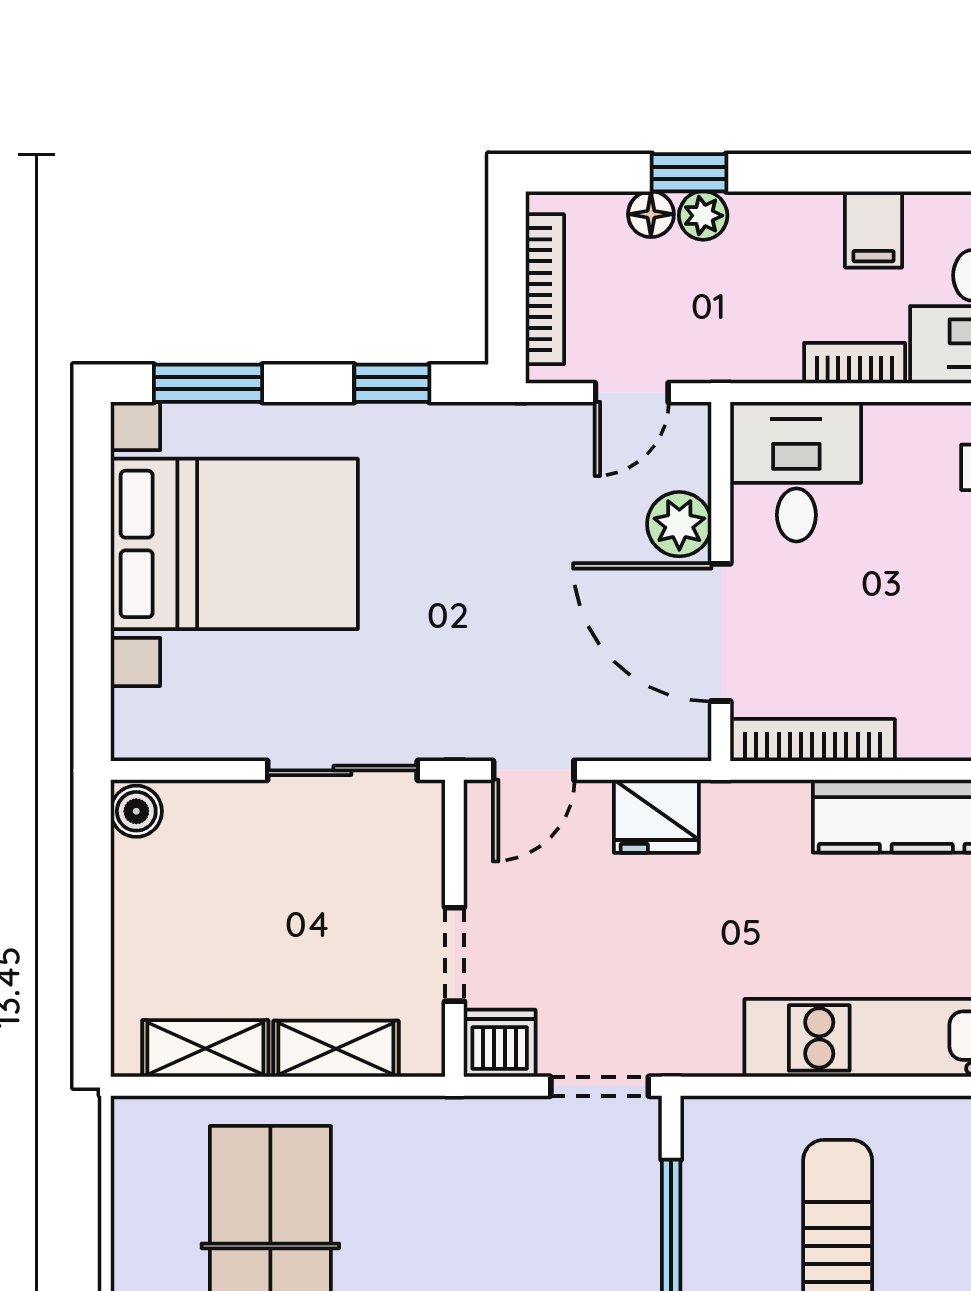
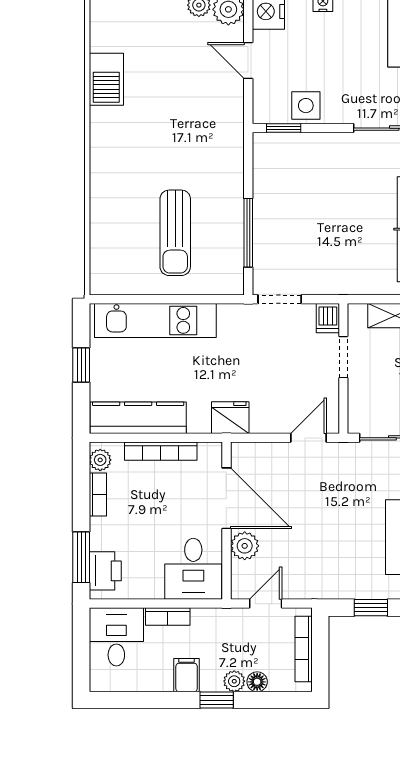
window: (689, 173) -> (217, 700), moved
filing cabinet: (873, 229) -> (187, 675), moved
bookcase: (812, 740) -> (161, 451), moved
fridge: (656, 816) -> (230, 418), moved
dishwasher: (500, 1043) -> (328, 318), width x0.73

